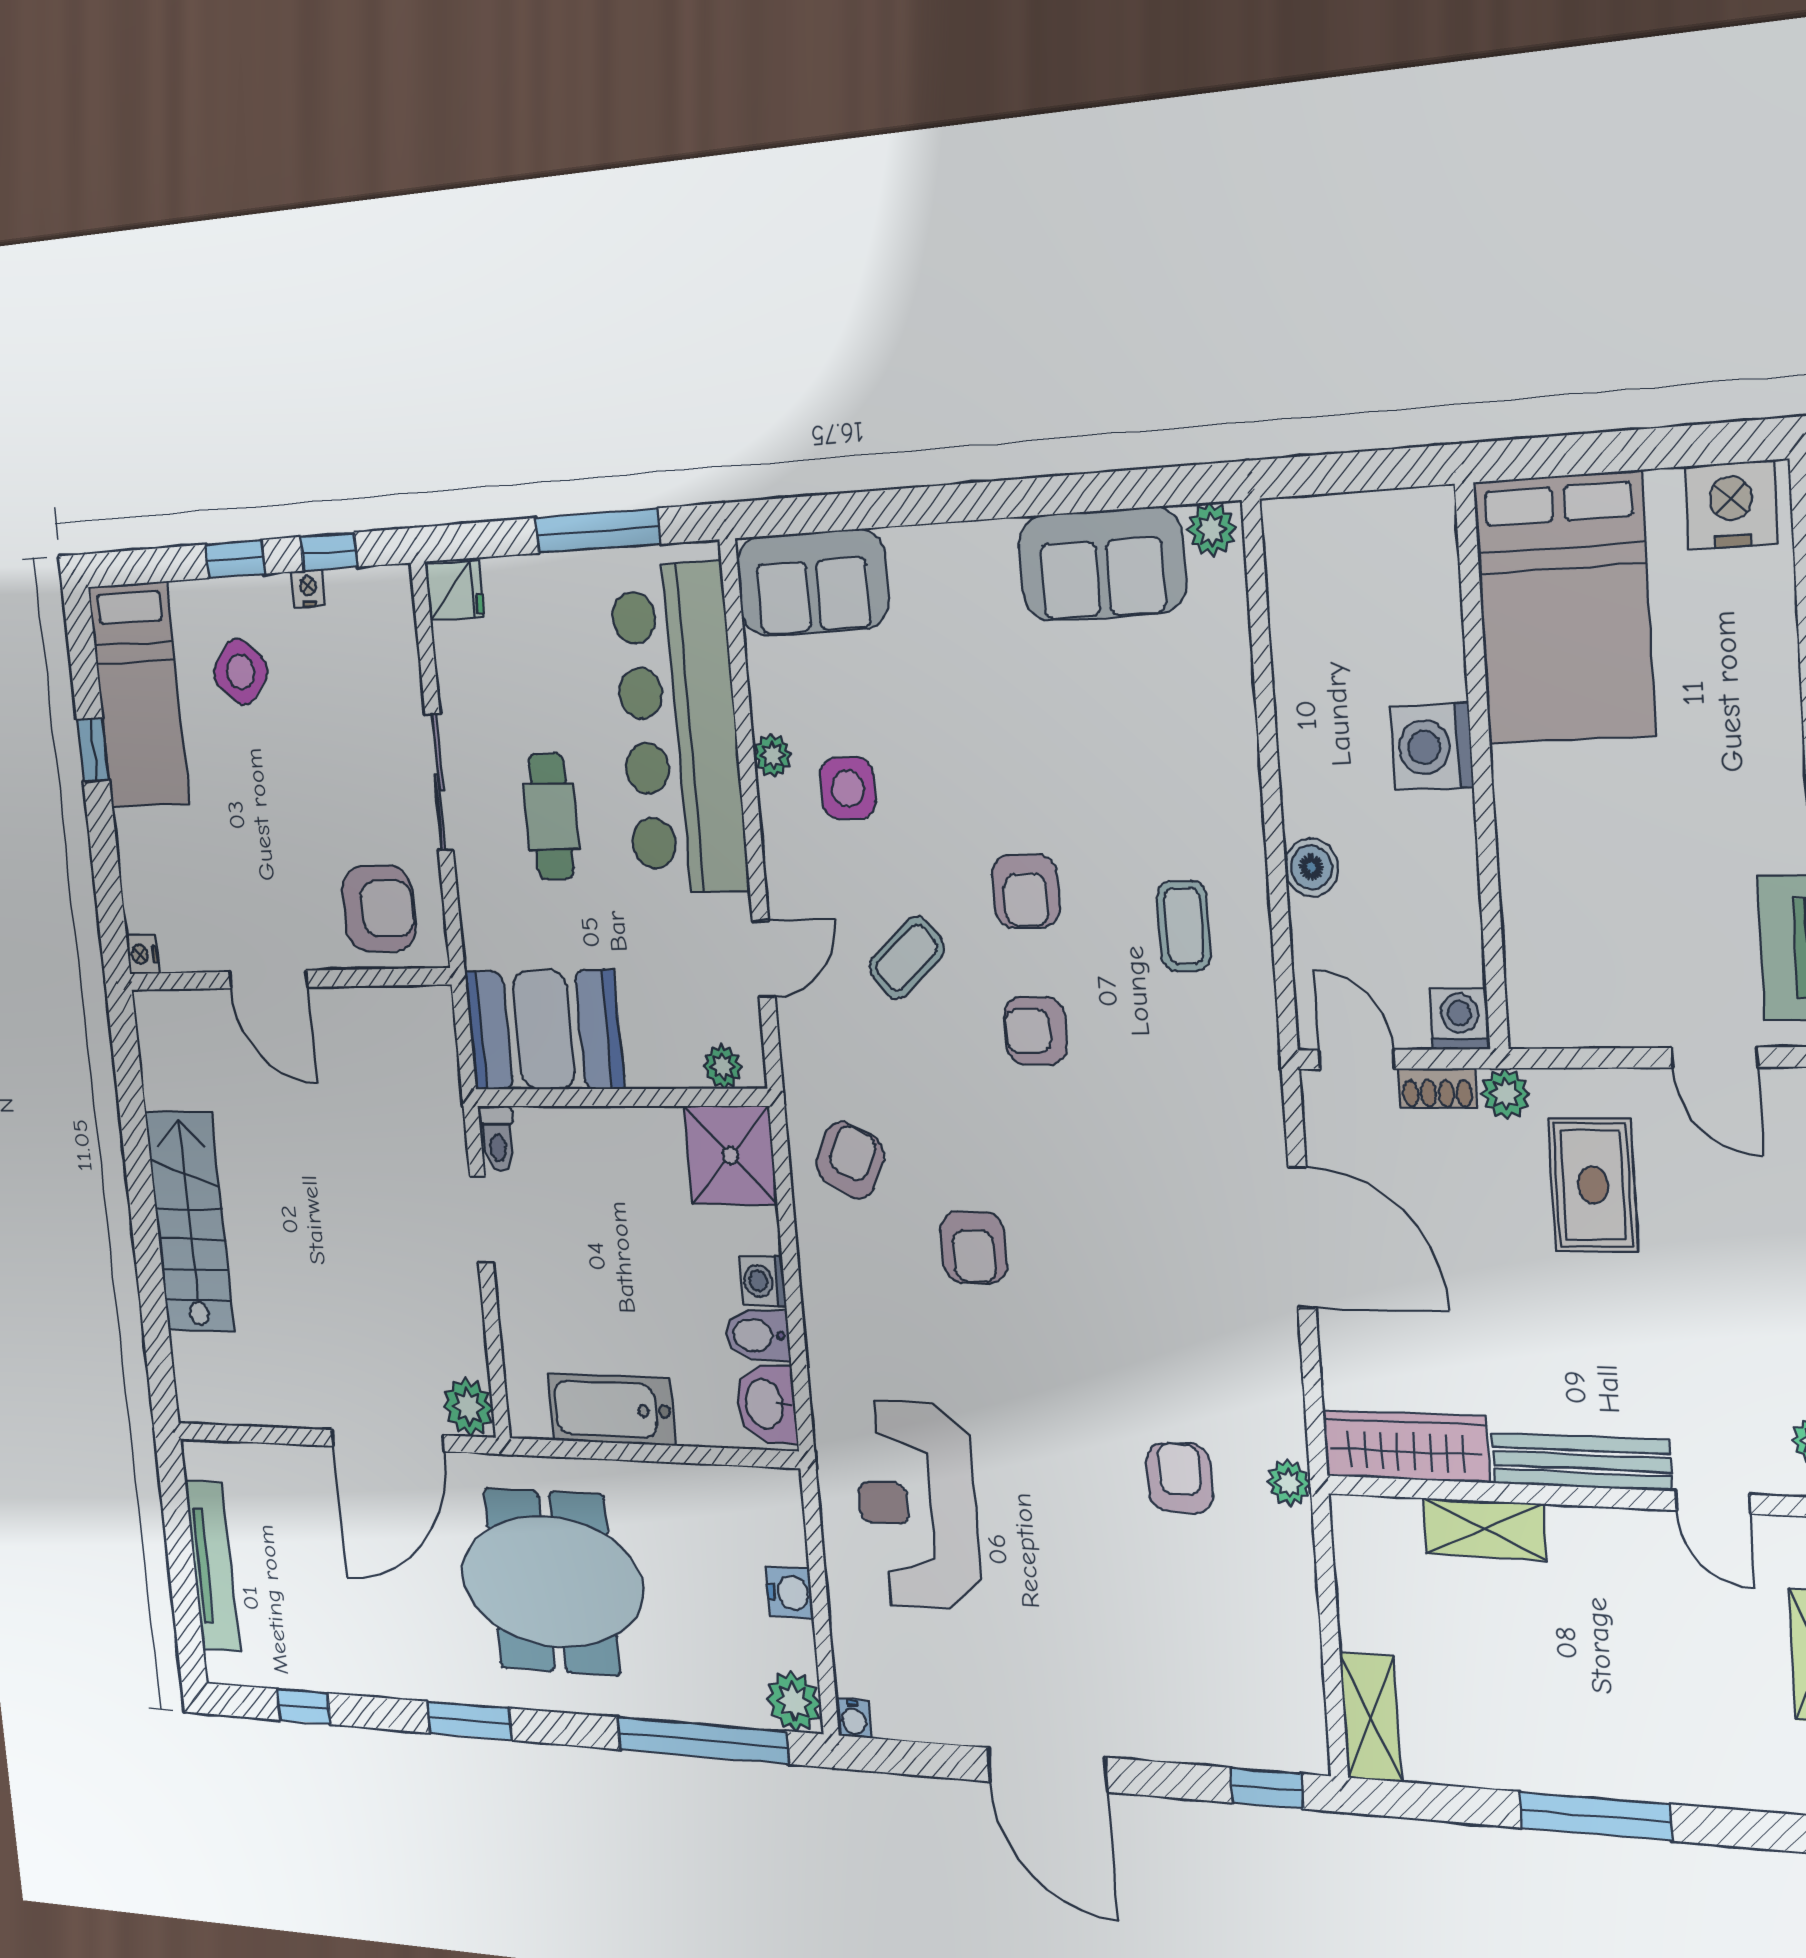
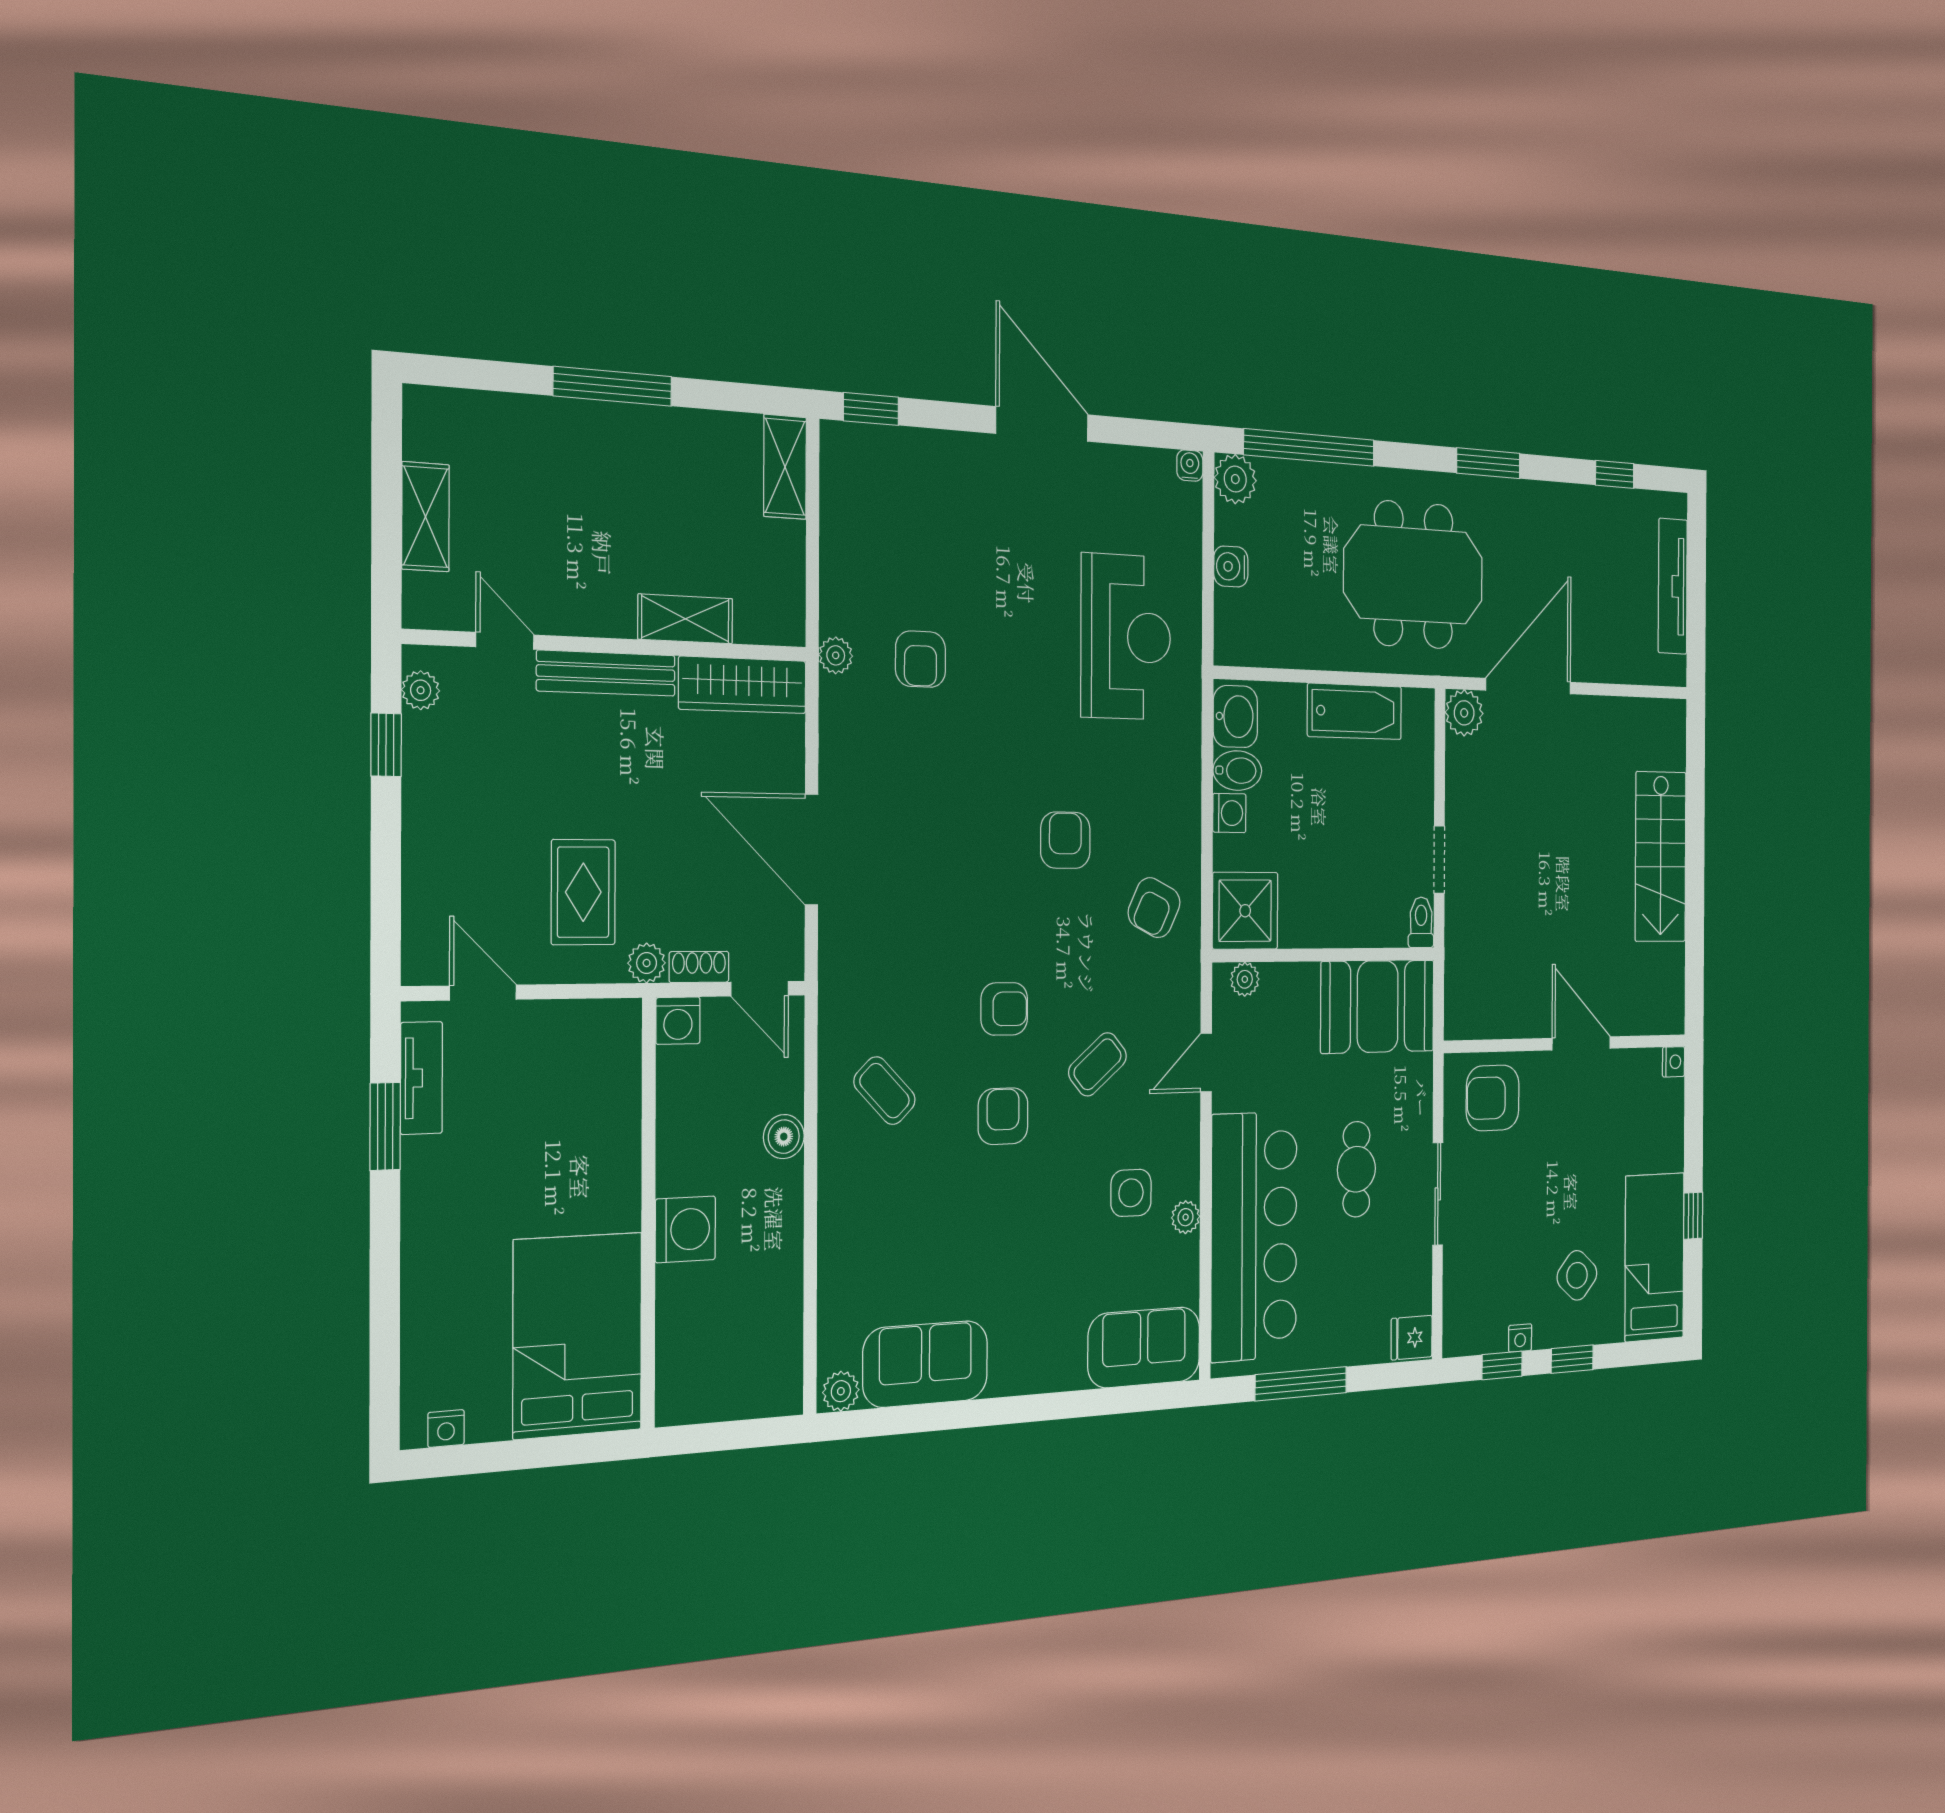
nightstand: (1731, 505) -> (446, 1429), width x0.53, depth x0.56
coffee table: (1184, 926) -> (885, 1091), turned -44

